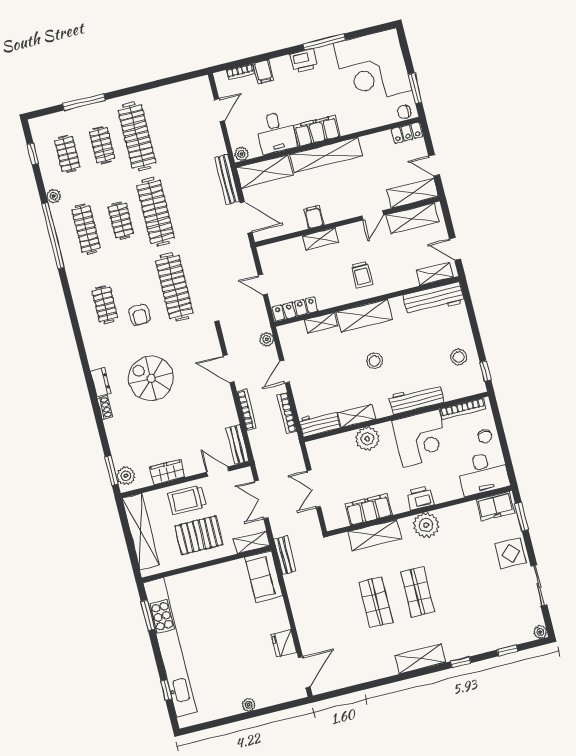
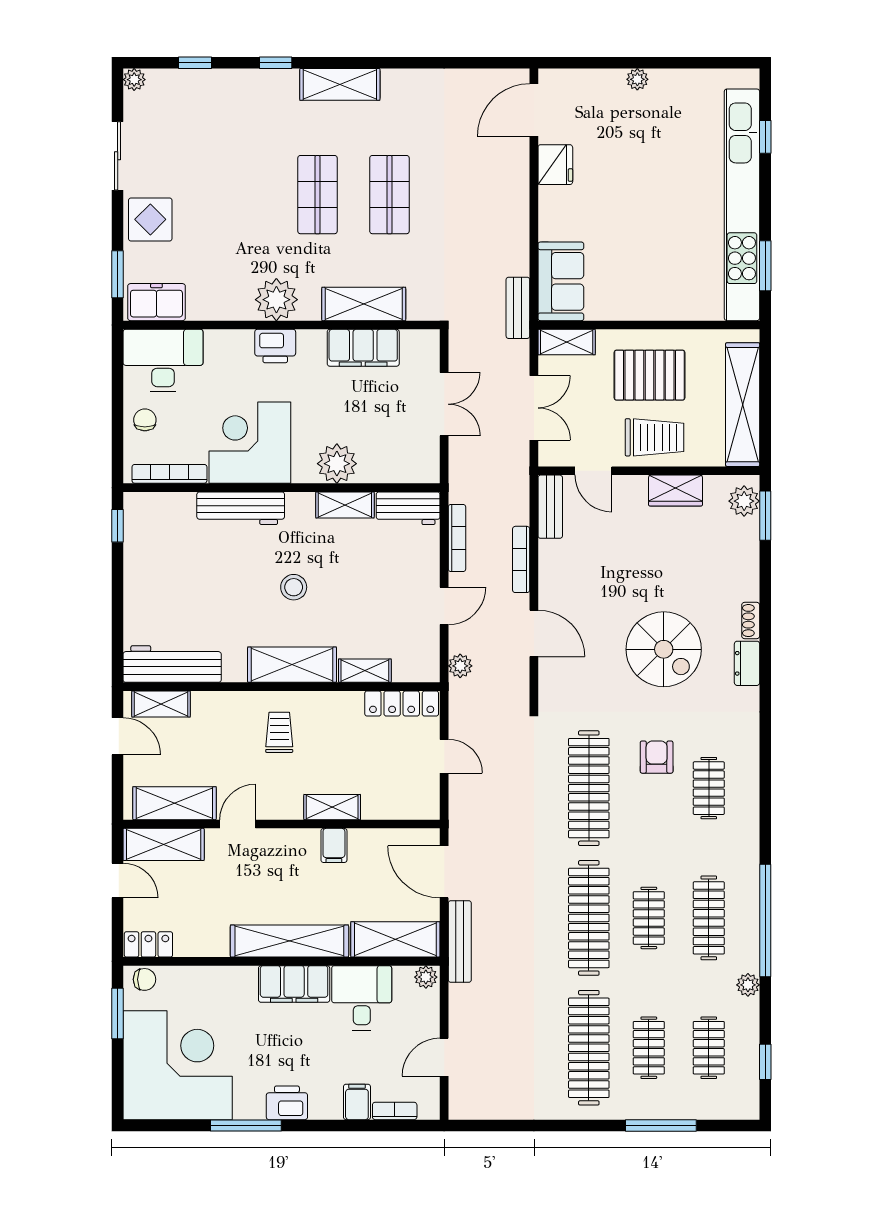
stool: (459, 357) -> (155, 559), removed

